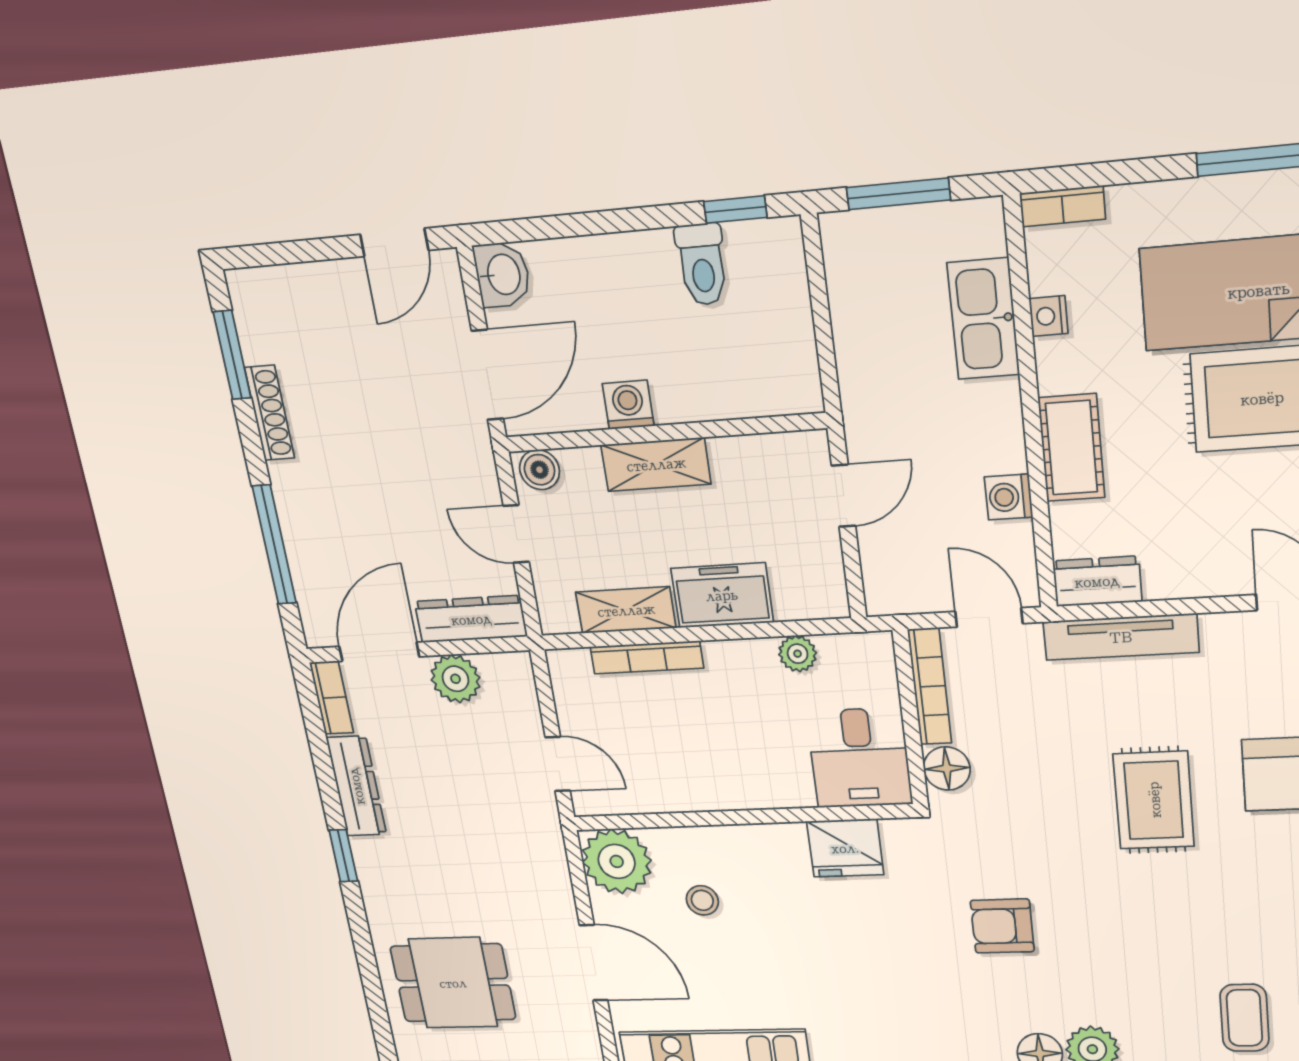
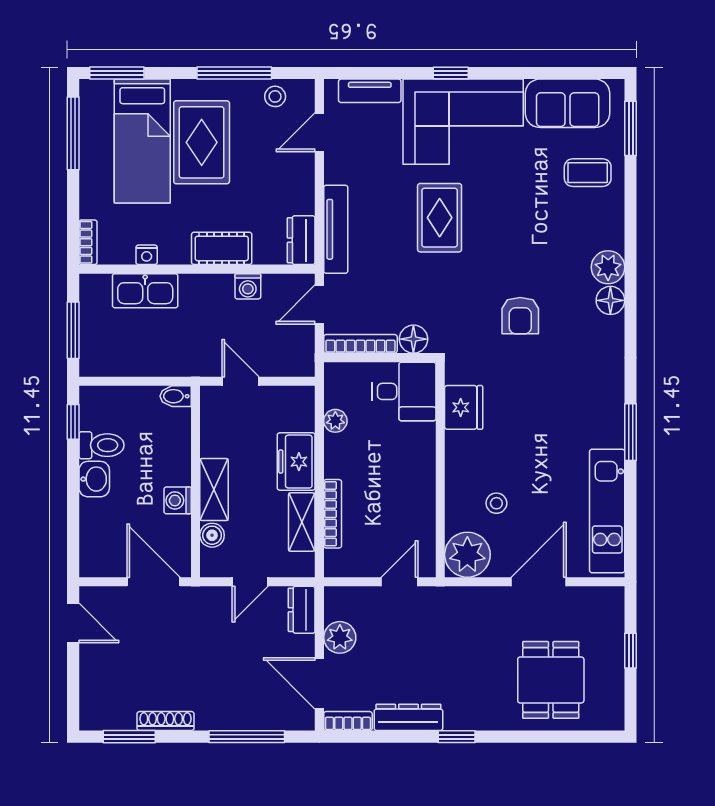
washbasin: (502, 275) -> (94, 479), moved, turned 90
bidet: (804, 388) -> (176, 396), added
boiler: (540, 470) -> (212, 535), moved
dresser: (471, 619) -> (302, 610), width x0.70
rug: (1154, 800) -> (440, 218), turned 90

